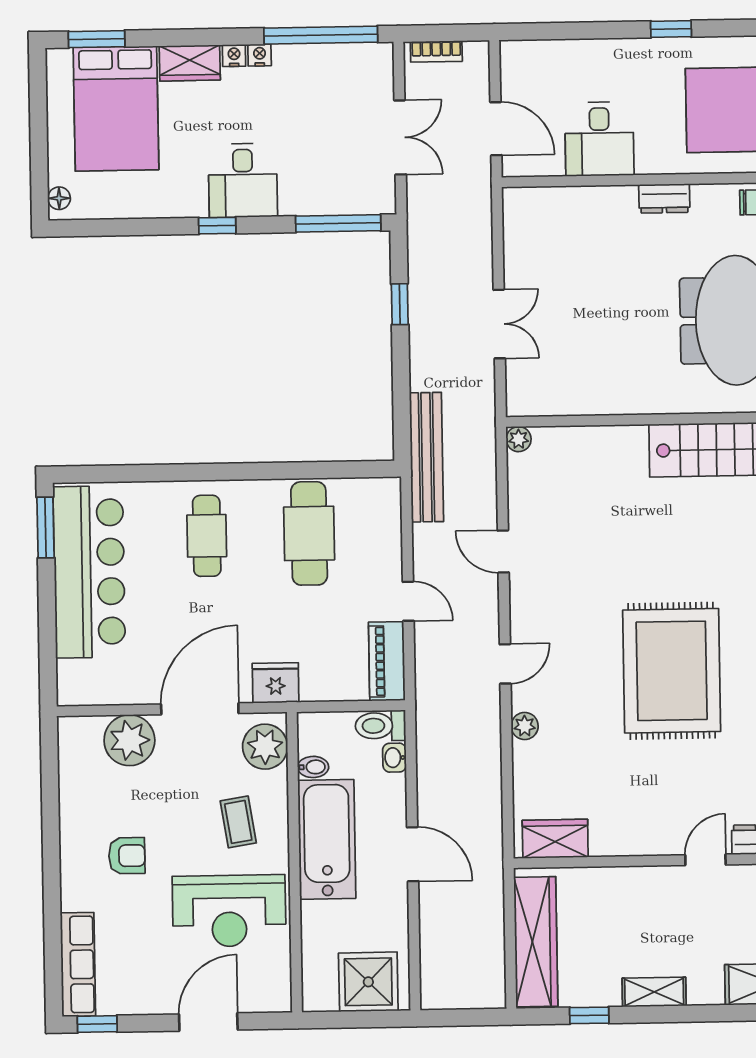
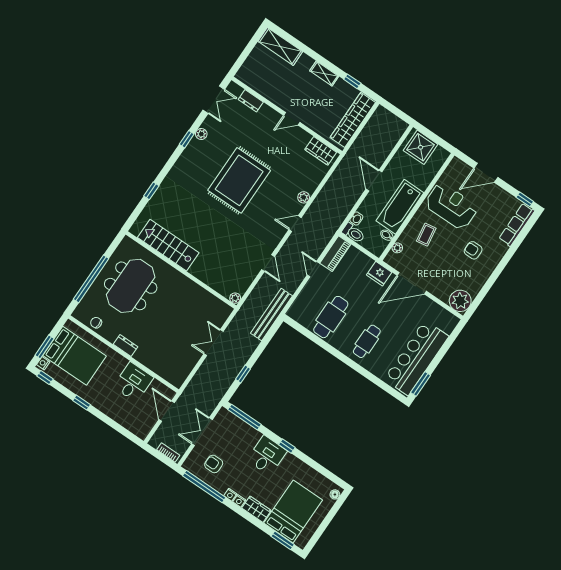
armchair: (334, 92) -> (214, 464), added
plant: (129, 740) -> (460, 301), moved
plant: (265, 747) -> (397, 248), width x0.53, depth x0.53
door: (705, 860) -> (292, 119), moved

